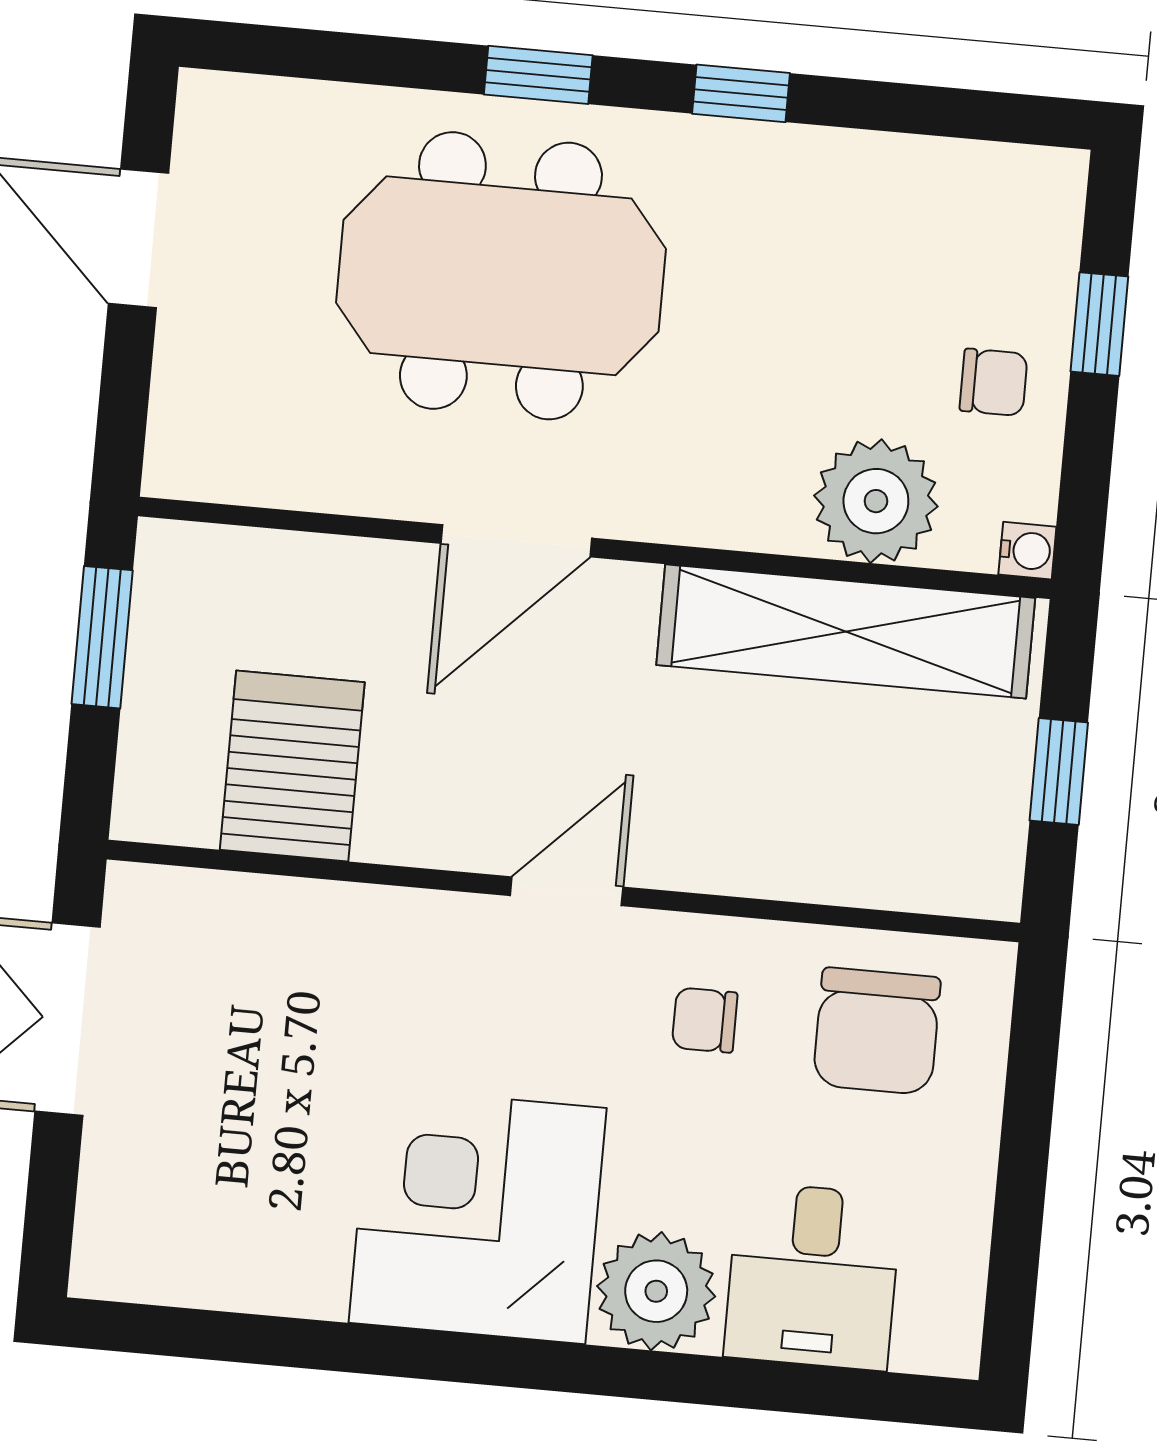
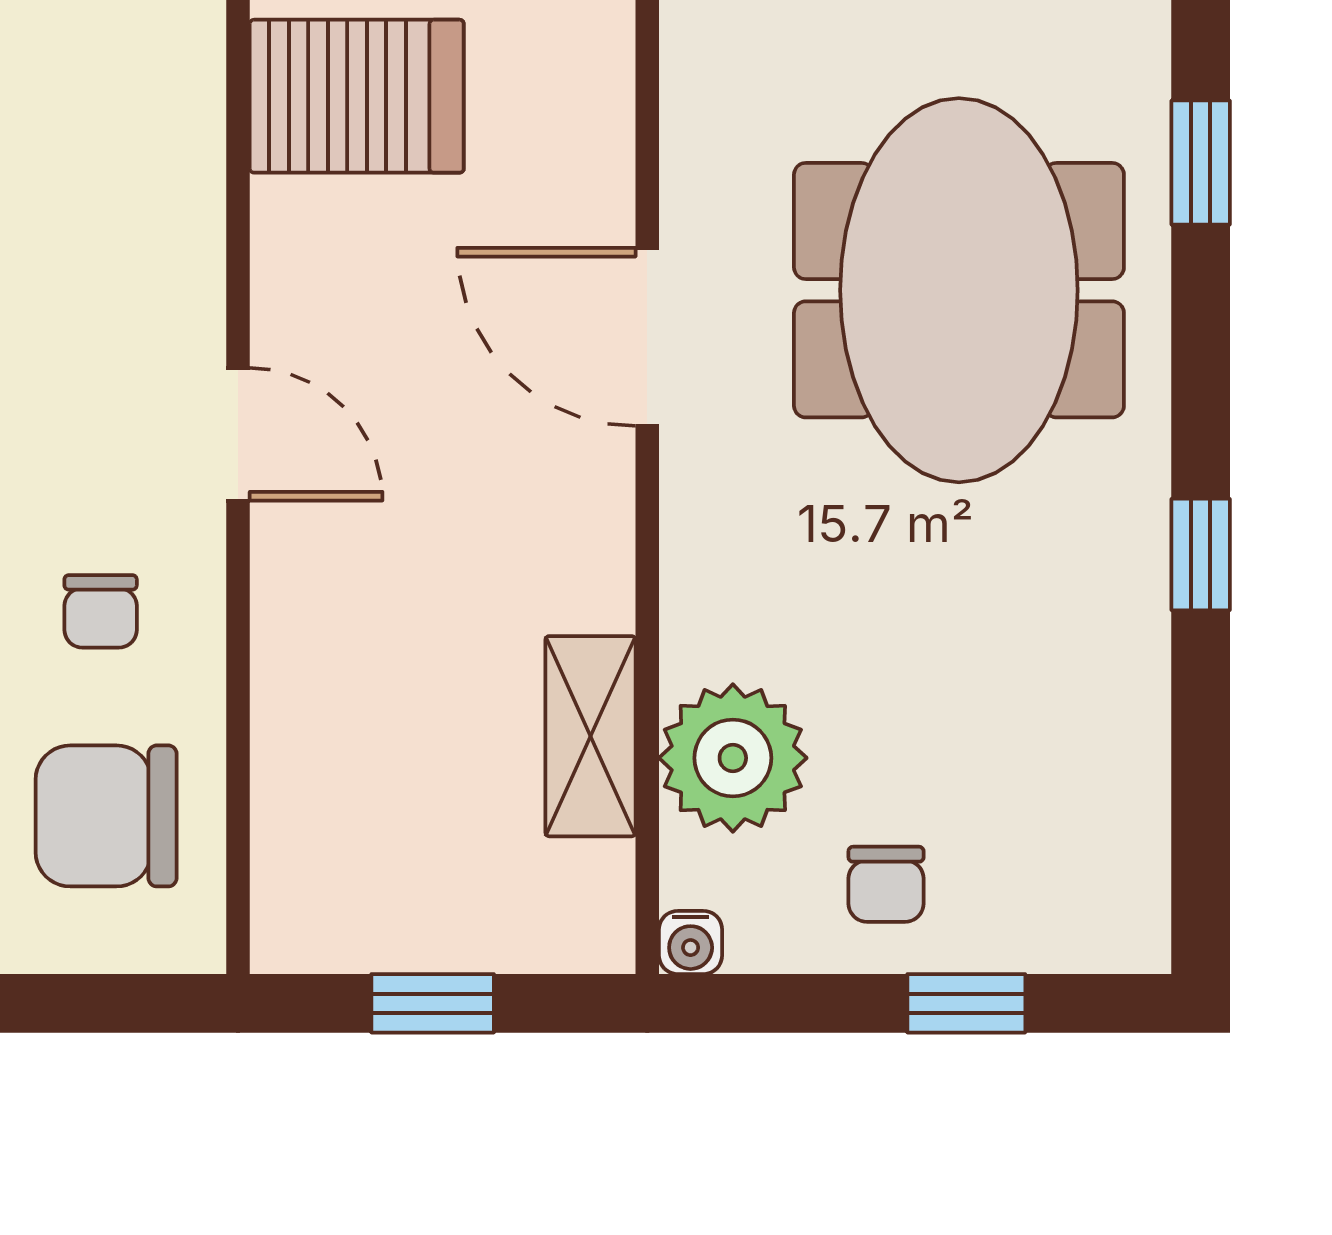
window: (538, 75) -> (1201, 163), moved
shelving: (846, 631) -> (590, 736), width x0.45, depth x0.75
chair: (705, 1020) -> (101, 611), turned 180

